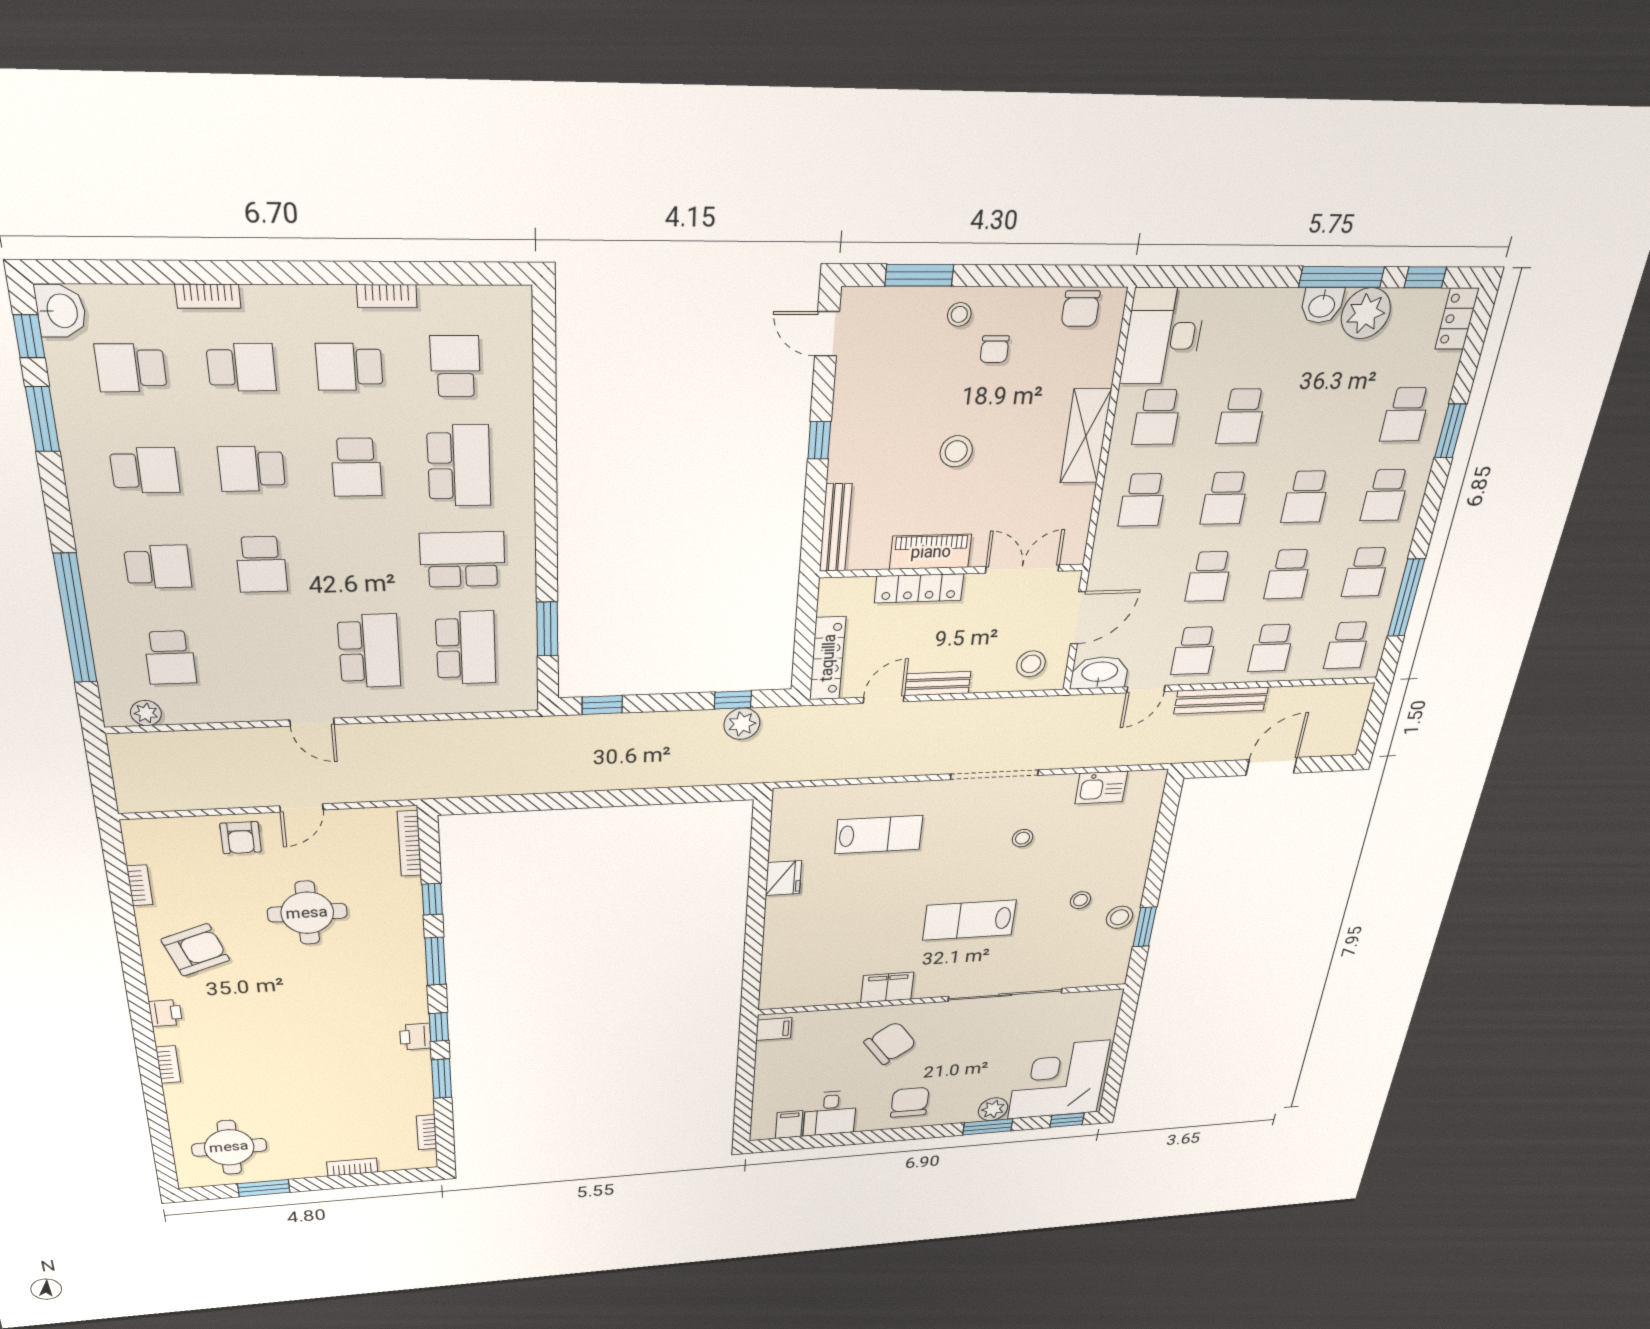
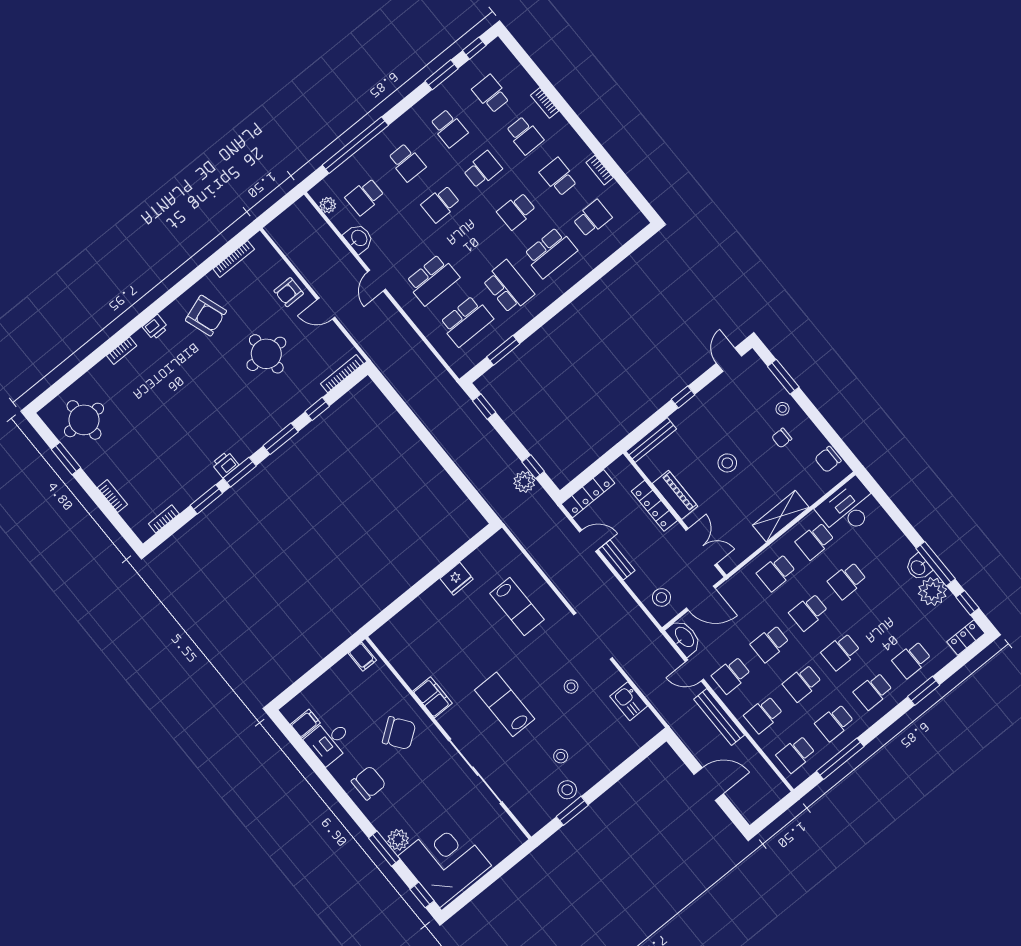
washbasin: (61, 311) -> (359, 238), moved, turned -90
school desk: (252, 469) -> (483, 170), turned 90
bookcase: (140, 885) -> (234, 259), width x1.56
window: (439, 1027) -> (240, 472), width x1.50

